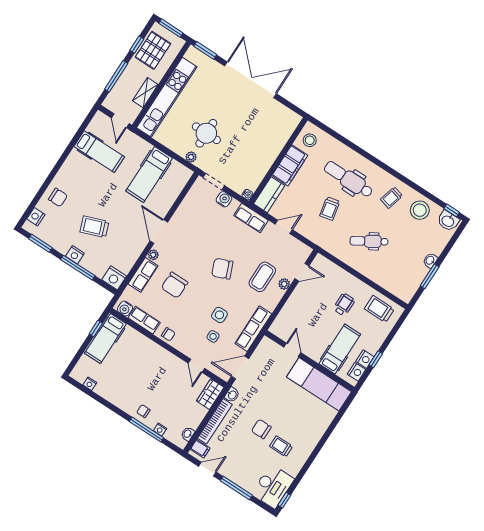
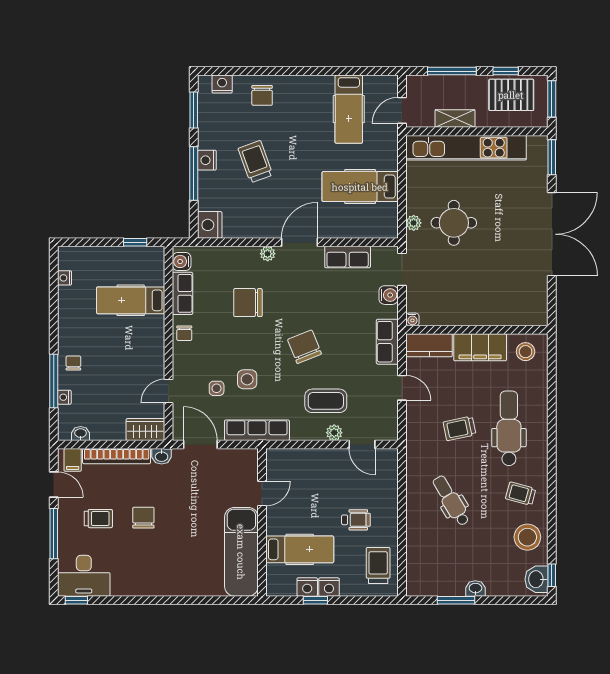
row of seats: (143, 275) -> (348, 257), moved
hospital bed: (105, 338) -> (131, 300), moved
nightstand: (357, 372) -> (329, 587), moved
trolley: (281, 446) -> (98, 519), moved, turned 90

